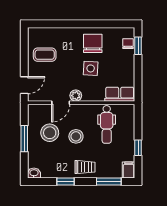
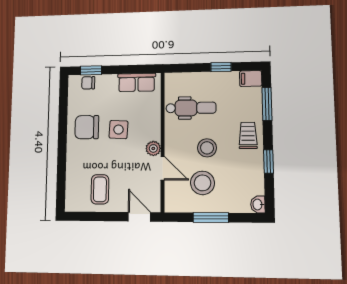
row of seats: (120, 94) -> (137, 82), moved, turned -90

